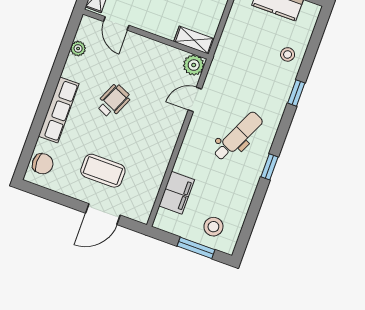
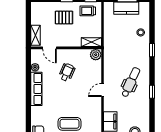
door: (195, 99) -> (103, 90), moved
wheelchair: (113, 101) -> (67, 72), moved
row of seats: (59, 110) -> (36, 89), moved

